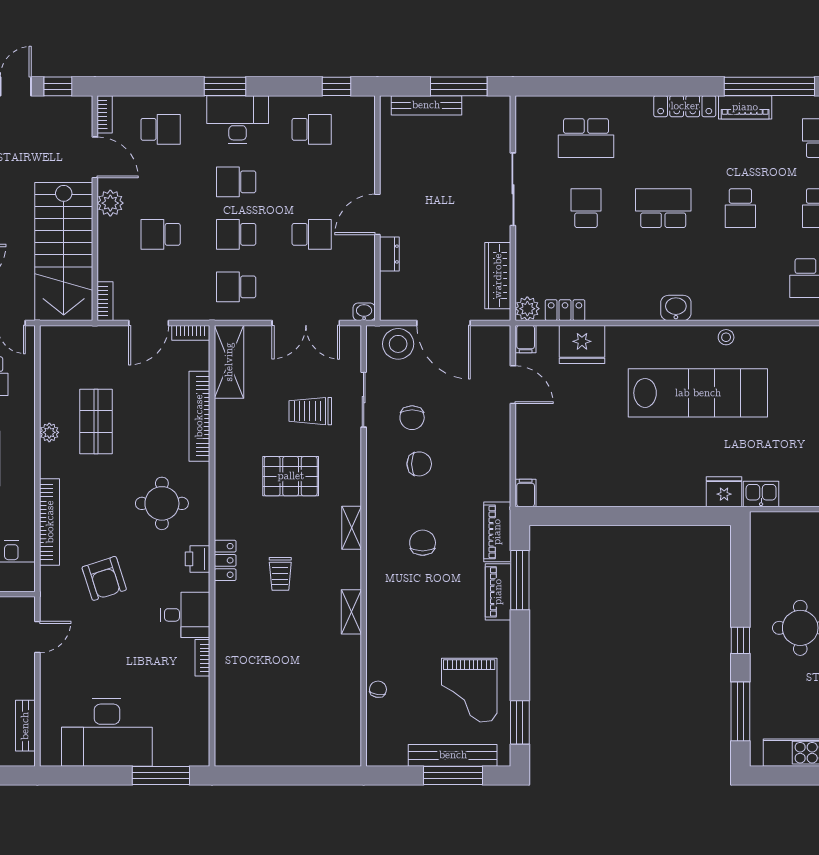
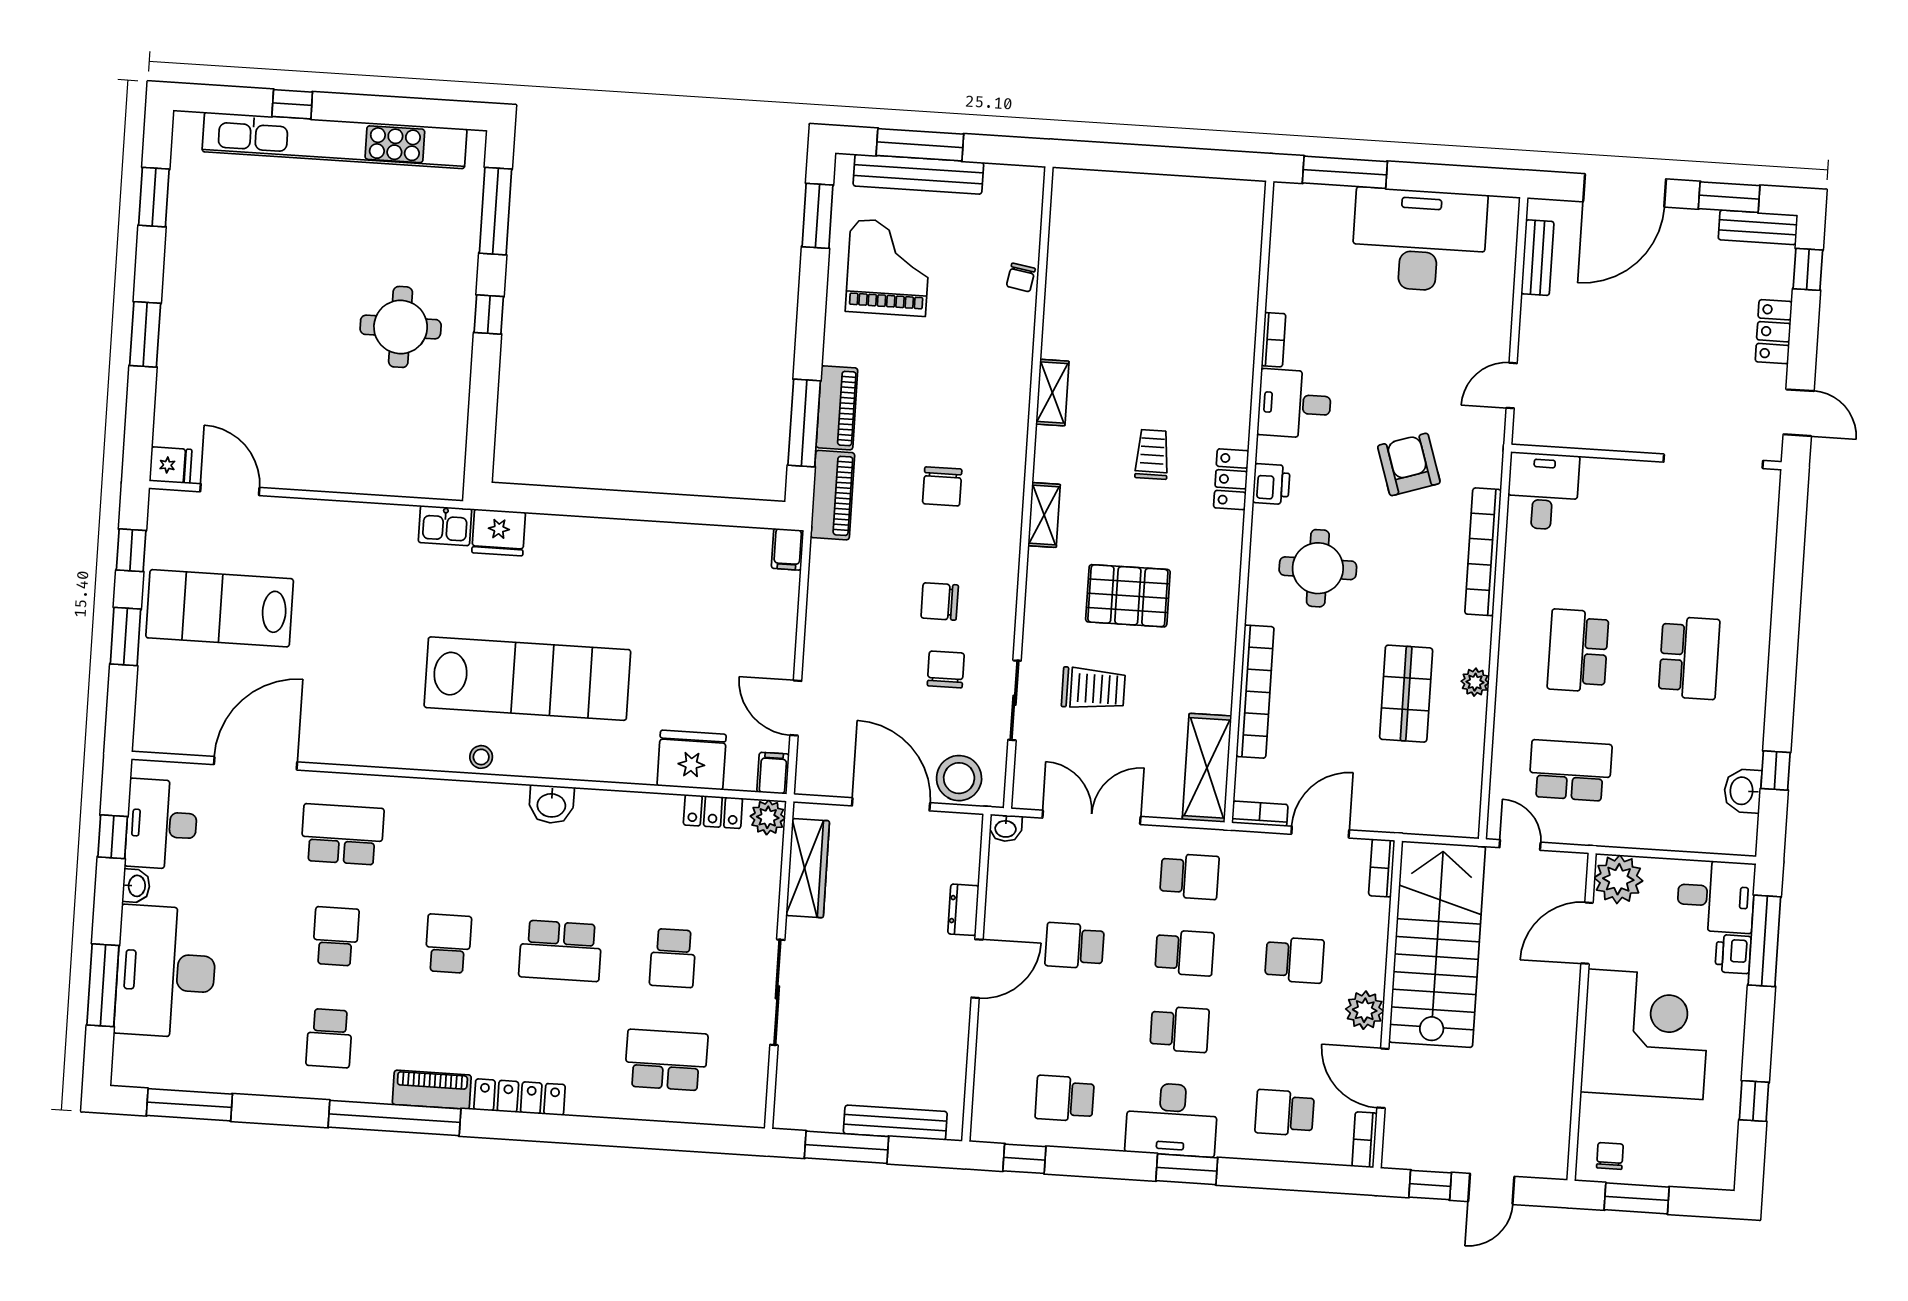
lab bench: (698, 393) -> (527, 679), turned 180

